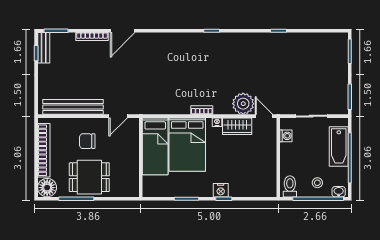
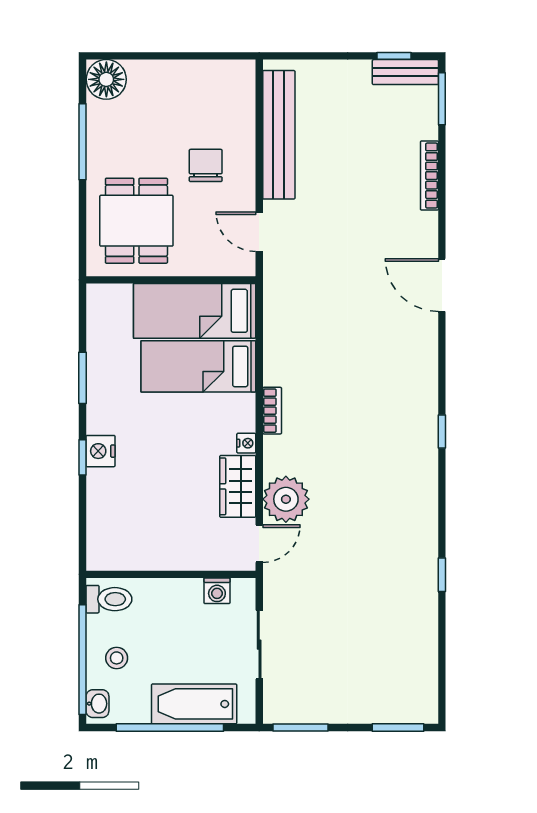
door: (123, 31) -> (442, 285), moved
bed: (187, 145) -> (198, 366), width x0.67
bookcase: (44, 150) -> (186, 73), removed
dining table: (89, 177) -> (136, 221), moved

